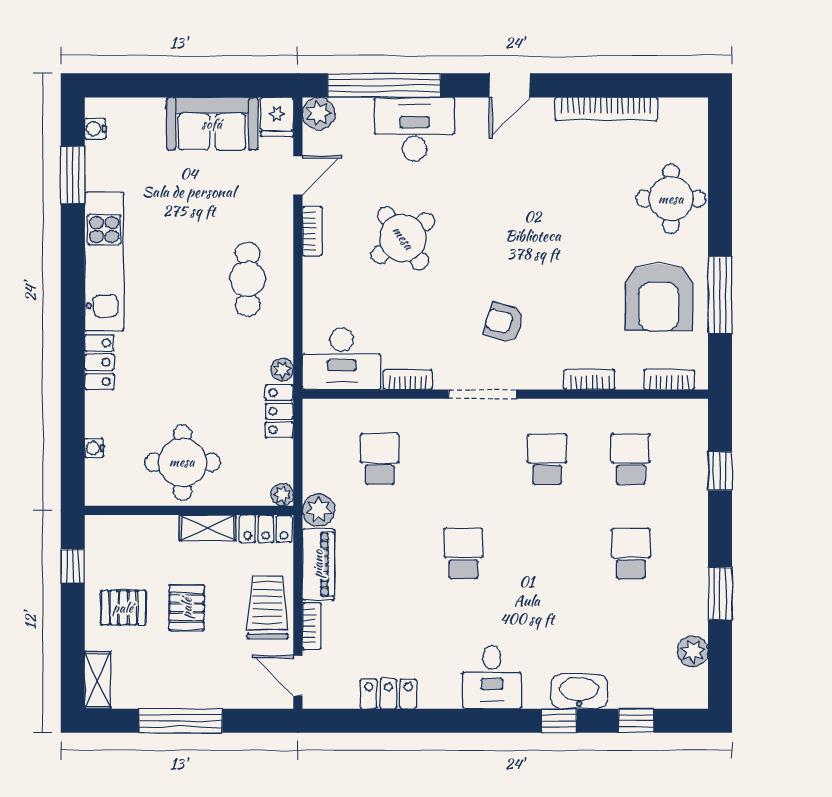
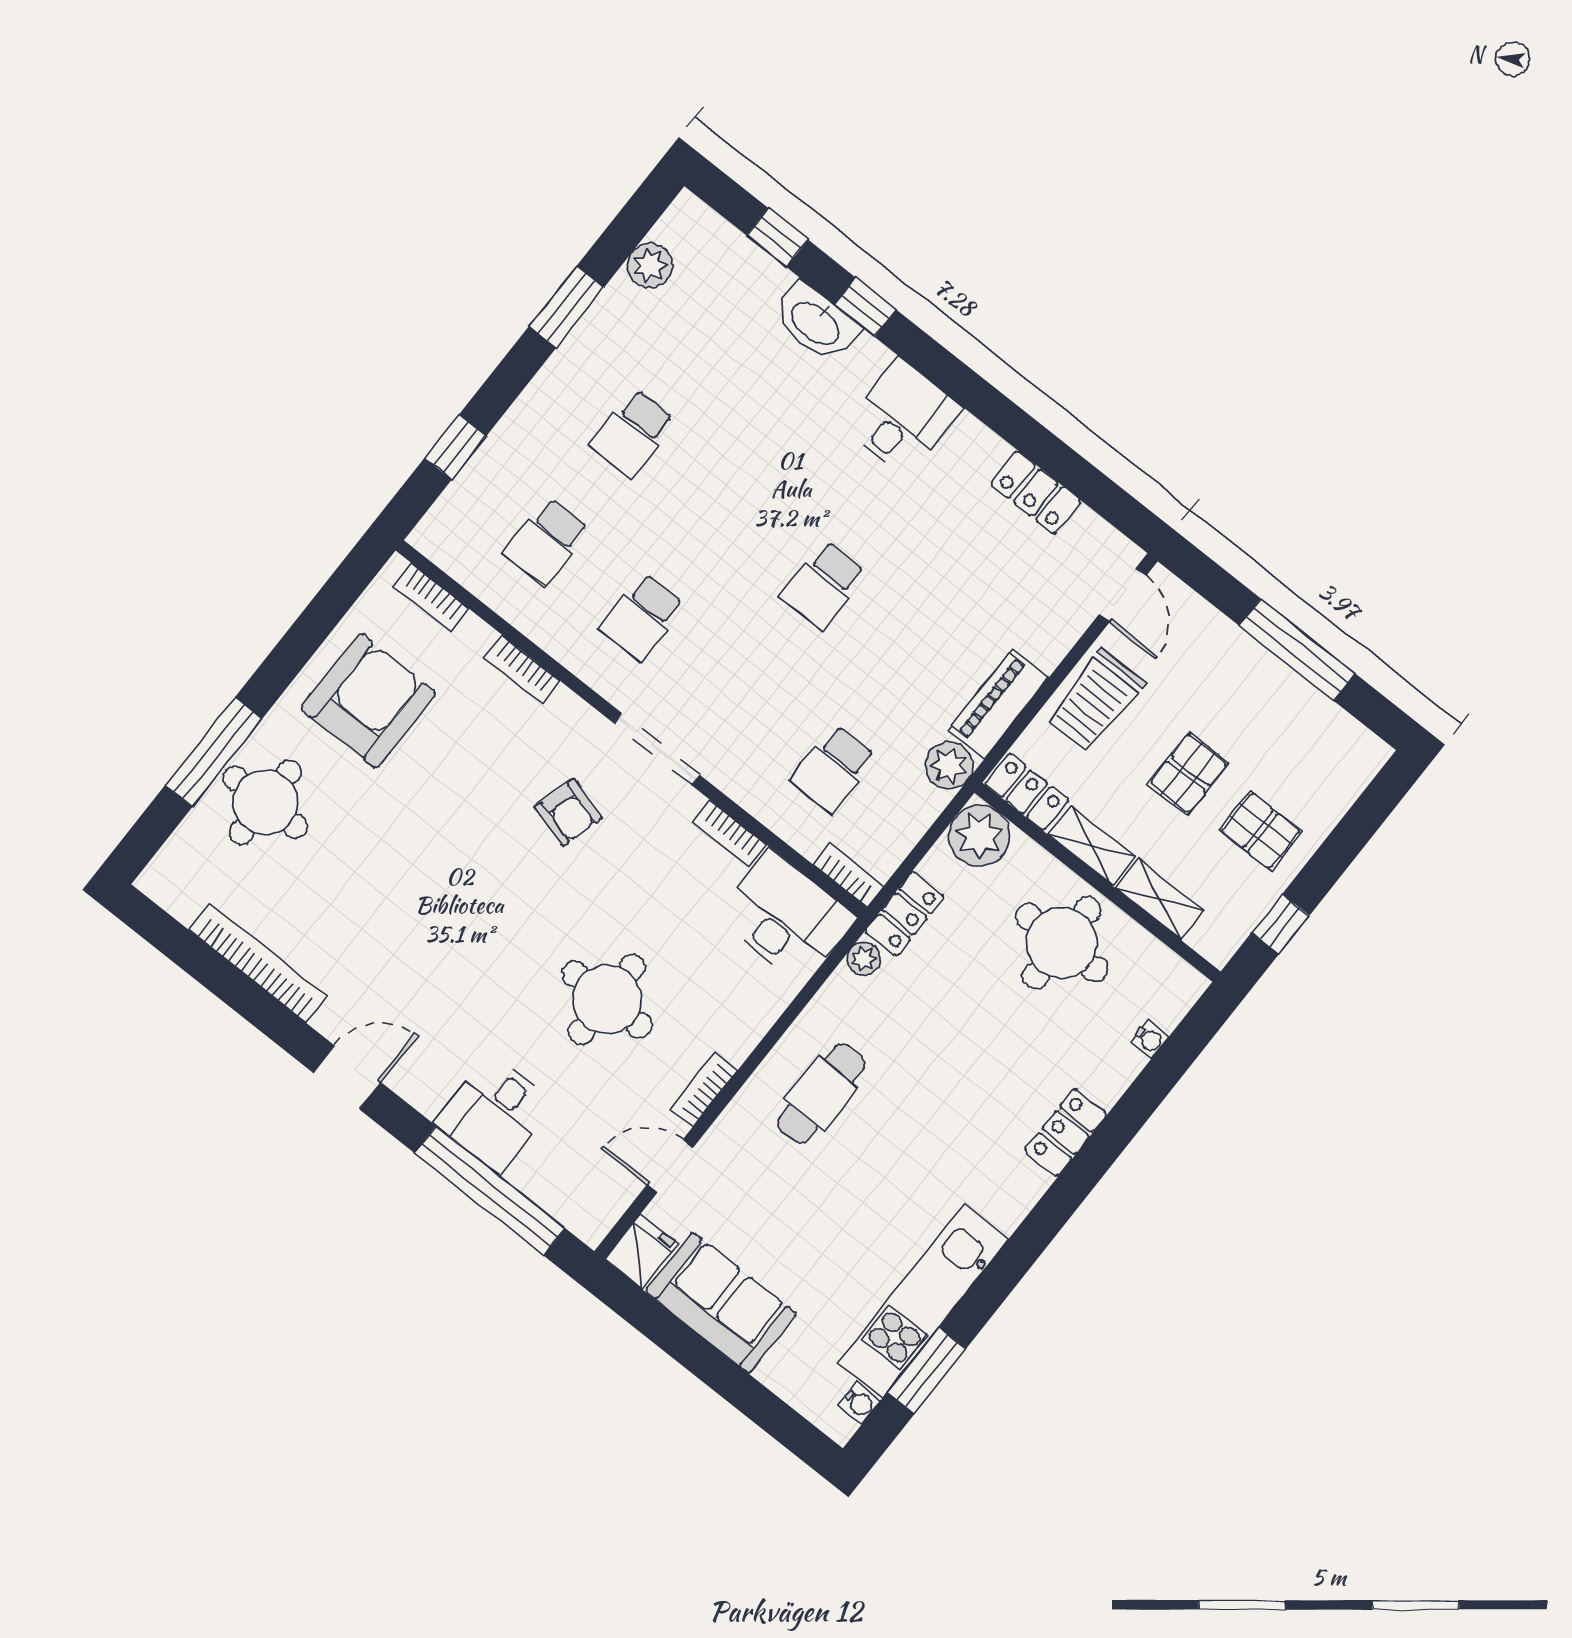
plant: (319, 114) -> (590, 1218), removed
desk: (415, 129) -> (495, 1114), width x0.73
round table: (403, 238) -> (607, 1000), turned 36
kitchen unit: (104, 261) -> (923, 1301), moved
window: (720, 295) -> (214, 752), moved
plant: (282, 495) -> (979, 836), width x1.88, depth x1.88
bookcase: (312, 626) -> (849, 875), moved, turned 90
shelving: (98, 680) -> (1160, 899), moved, turned 90

